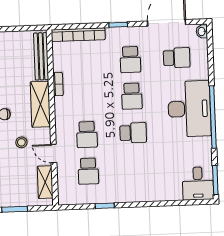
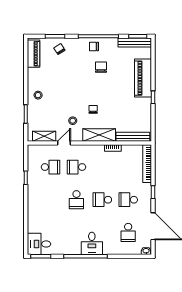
desk: (189, 109) -> (92, 243), width x0.53, depth x0.77
school desk: (88, 171) -> (51, 167), turned 180

